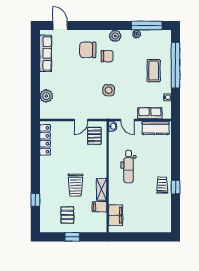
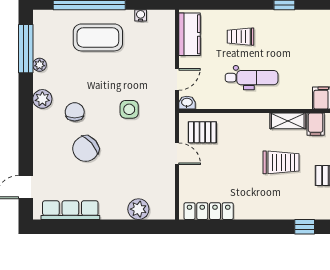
chair: (88, 50) -> (86, 149), moved, turned 49
coffee table: (154, 71) -> (98, 37), width x1.36, depth x1.32
row of seats: (150, 113) -> (166, 43), removed
trolley: (162, 185) -> (241, 37), moved

